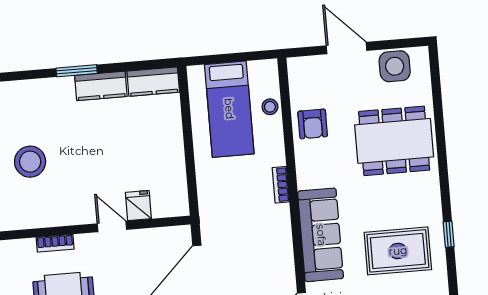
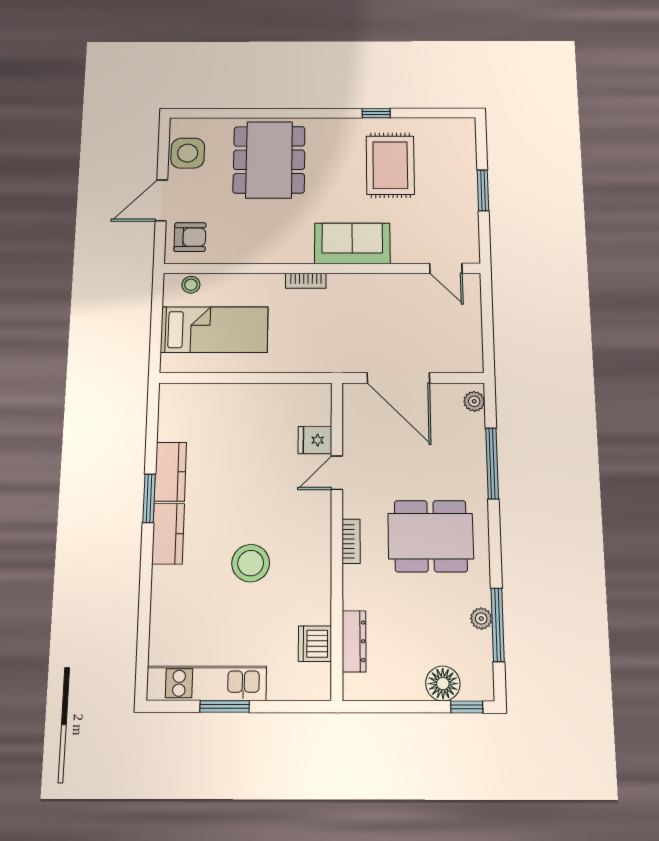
kitchen counter: (153, 82) -> (168, 534), moved
stool: (270, 107) -> (191, 285), moved
armchair: (313, 124) -> (190, 237), moved
sofa: (321, 235) -> (352, 243), width x0.73

